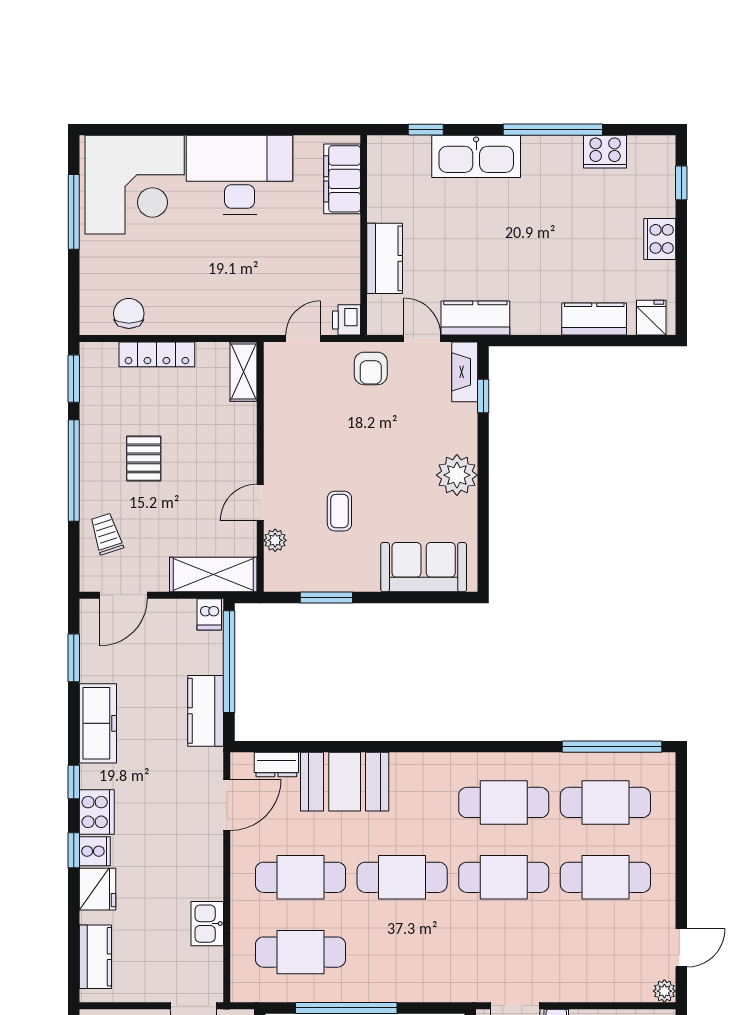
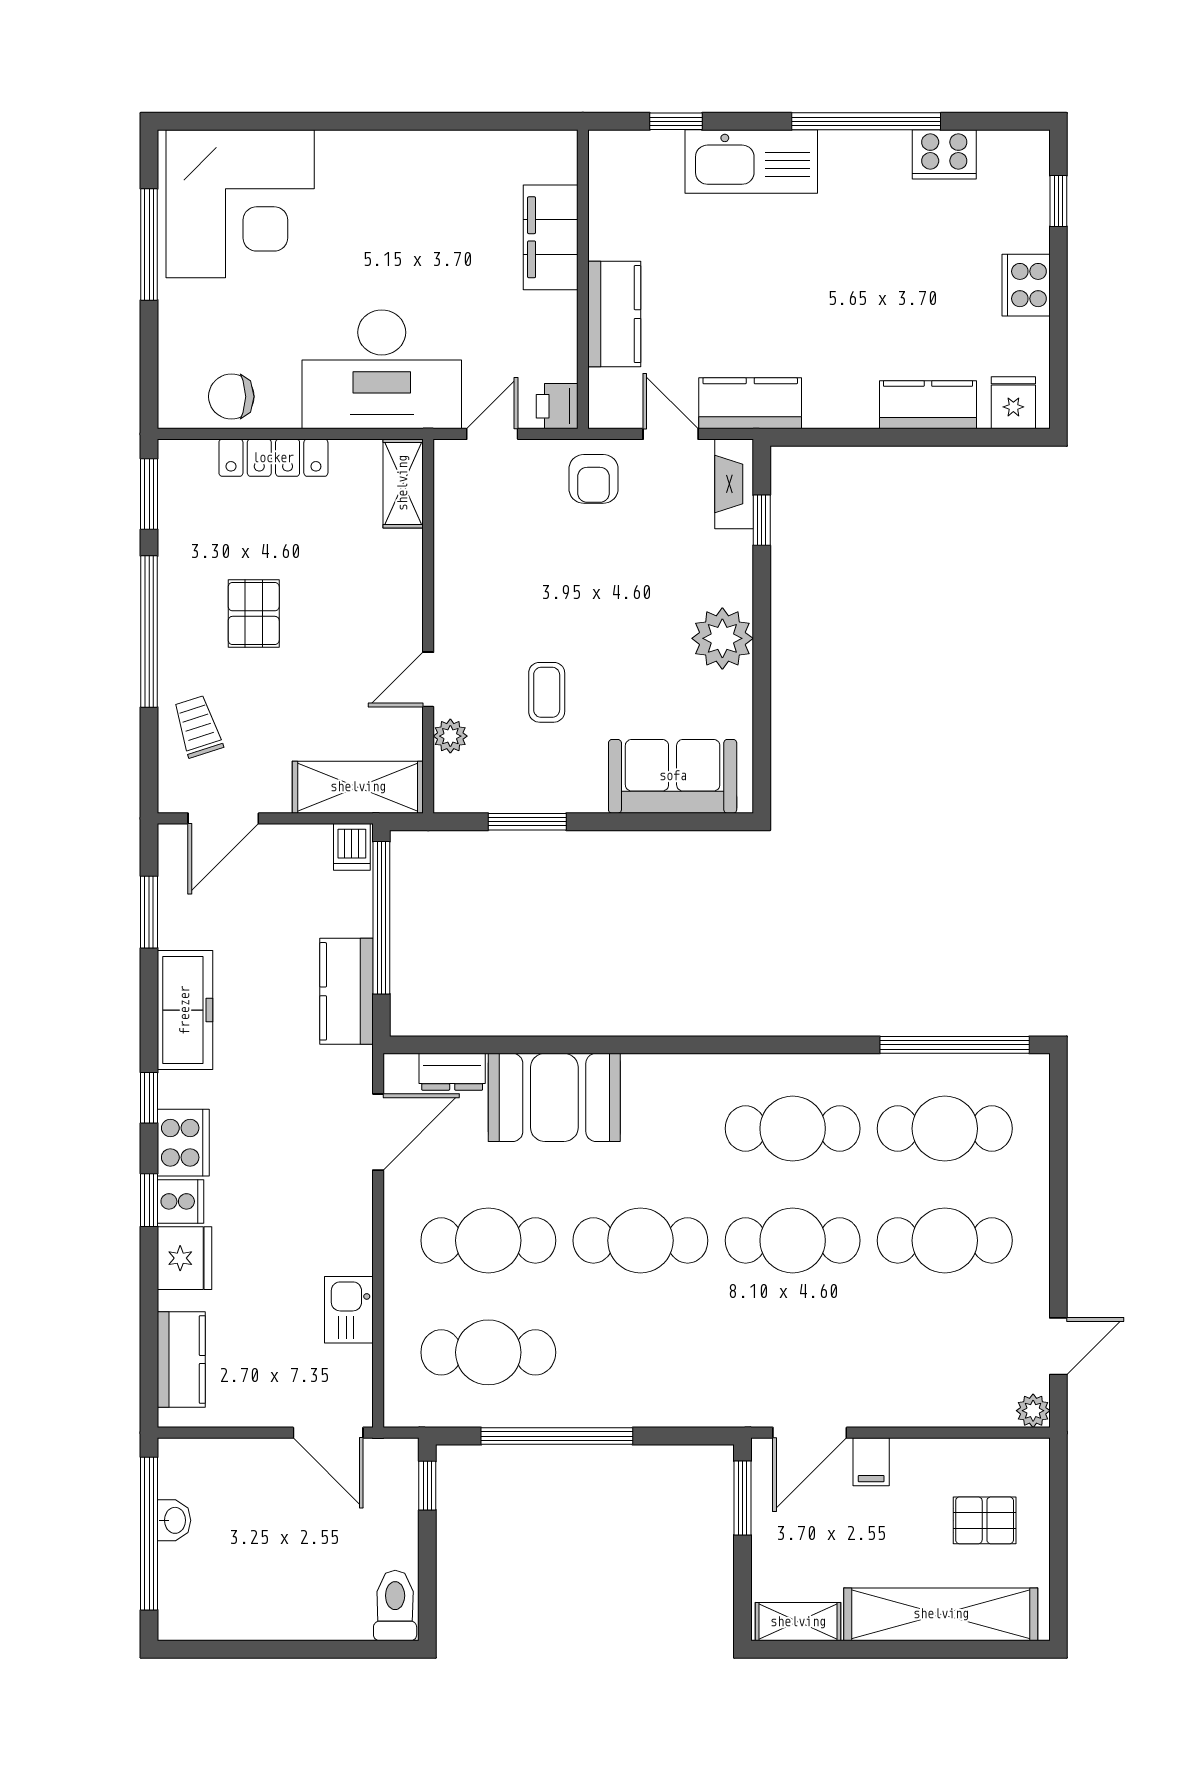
desk: (240, 175) -> (382, 369), moved, turned 180
filing cabinet: (342, 179) -> (551, 237), moved
chair: (129, 313) -> (231, 397), turned -90

